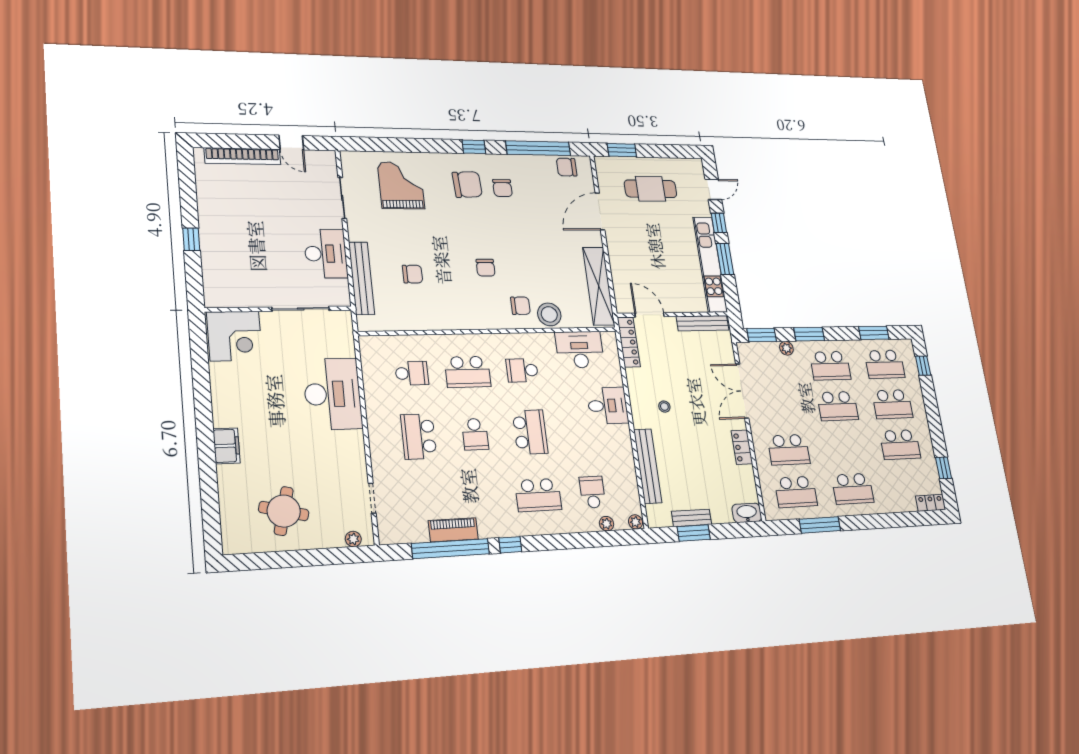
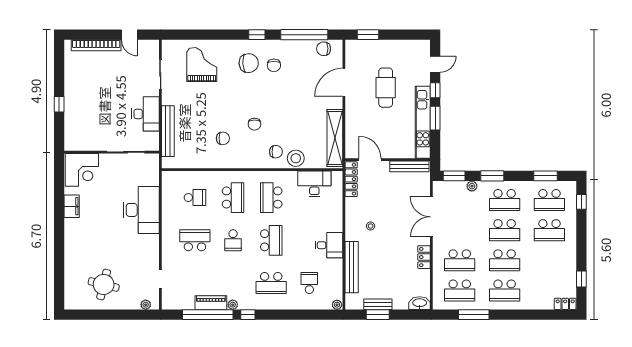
cafe table: (651, 189) -> (386, 88), moved, turned 90
chair: (412, 274) -> (223, 138), moved
school desk: (522, 370) -> (271, 198), width x1.85
school desk: (468, 372) -> (233, 198), turned -90
desk: (608, 406) -> (329, 245), moved
school desk: (419, 436) -> (195, 240), turned 90
school desk: (900, 445) -> (505, 260), moved
filing cabinet: (226, 446) -> (72, 206), moved
plant: (607, 524) -> (233, 305), moved

